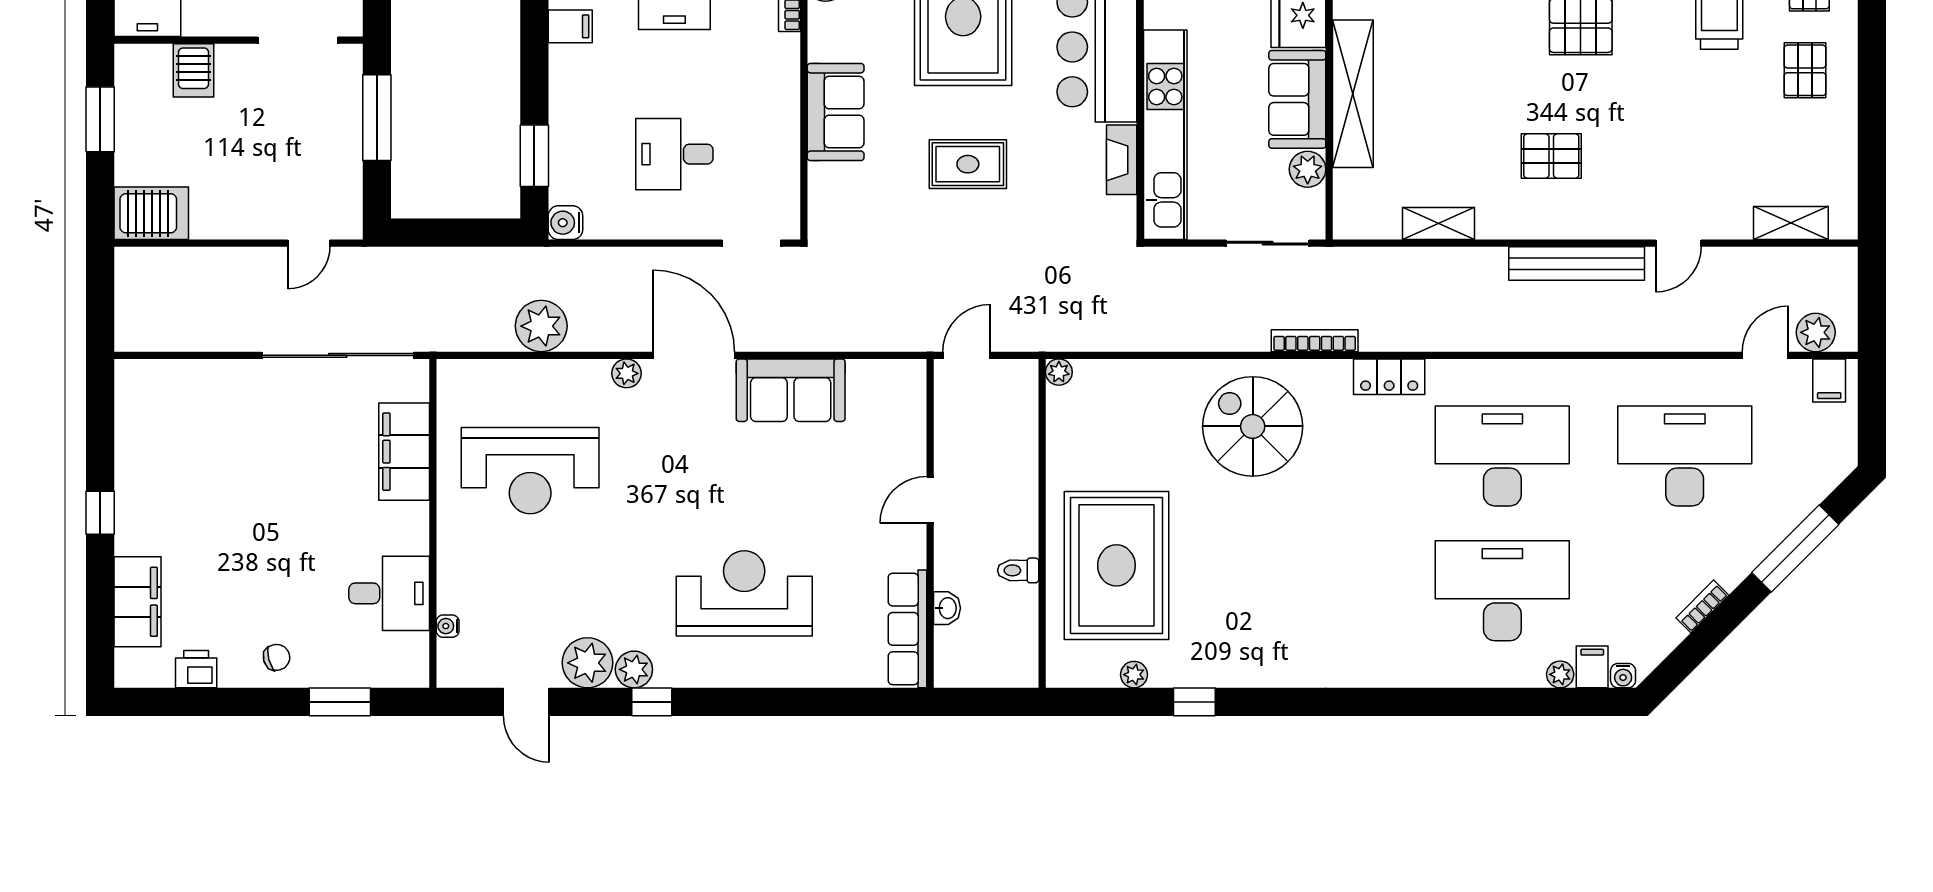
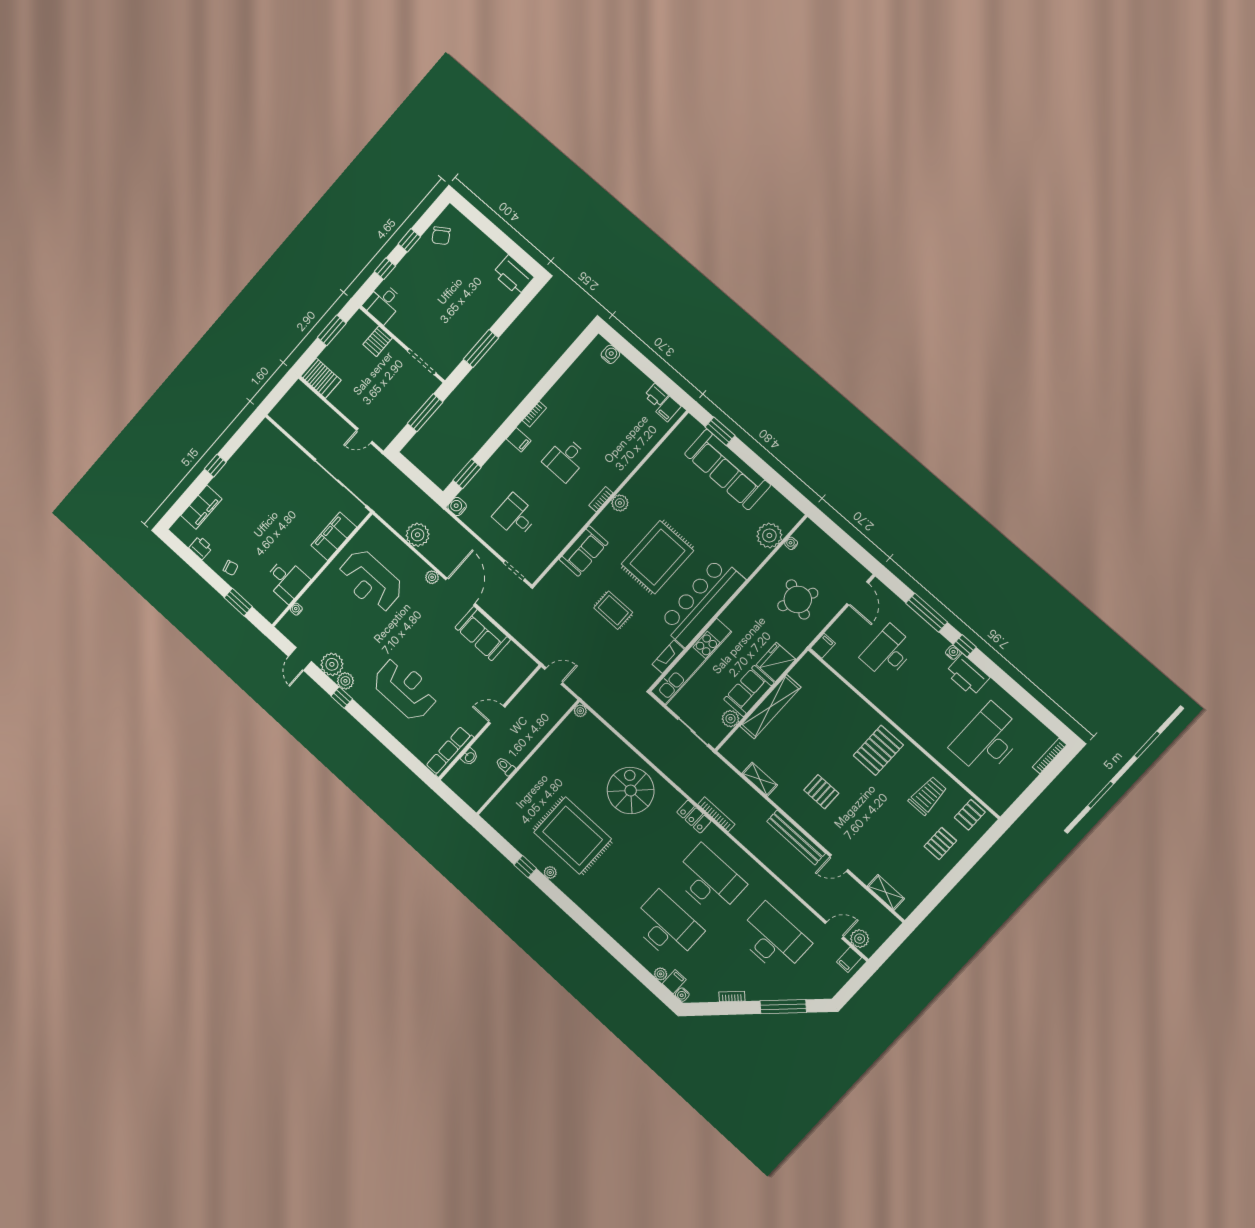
bookcase: (1315, 341) -> (716, 814), moved
rug: (1116, 565) -> (572, 836), moved, turned 90
plant: (1134, 675) -> (550, 872), moved

